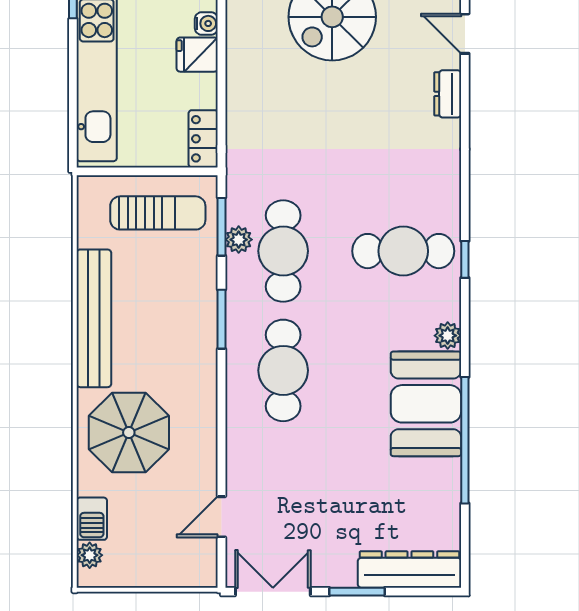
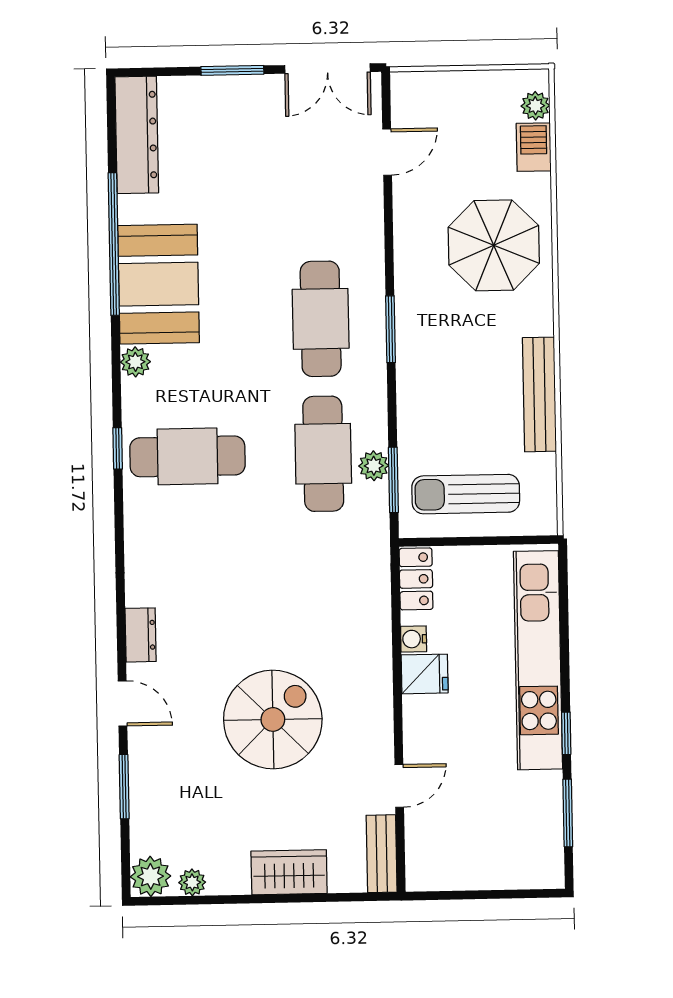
water cooler: (206, 23) -> (414, 639), moved
bench: (94, 318) -> (539, 394), width x0.73, depth x0.82
window: (222, 319) -> (391, 329), moved
dresser: (409, 569) -> (137, 135), moved, turned -90

